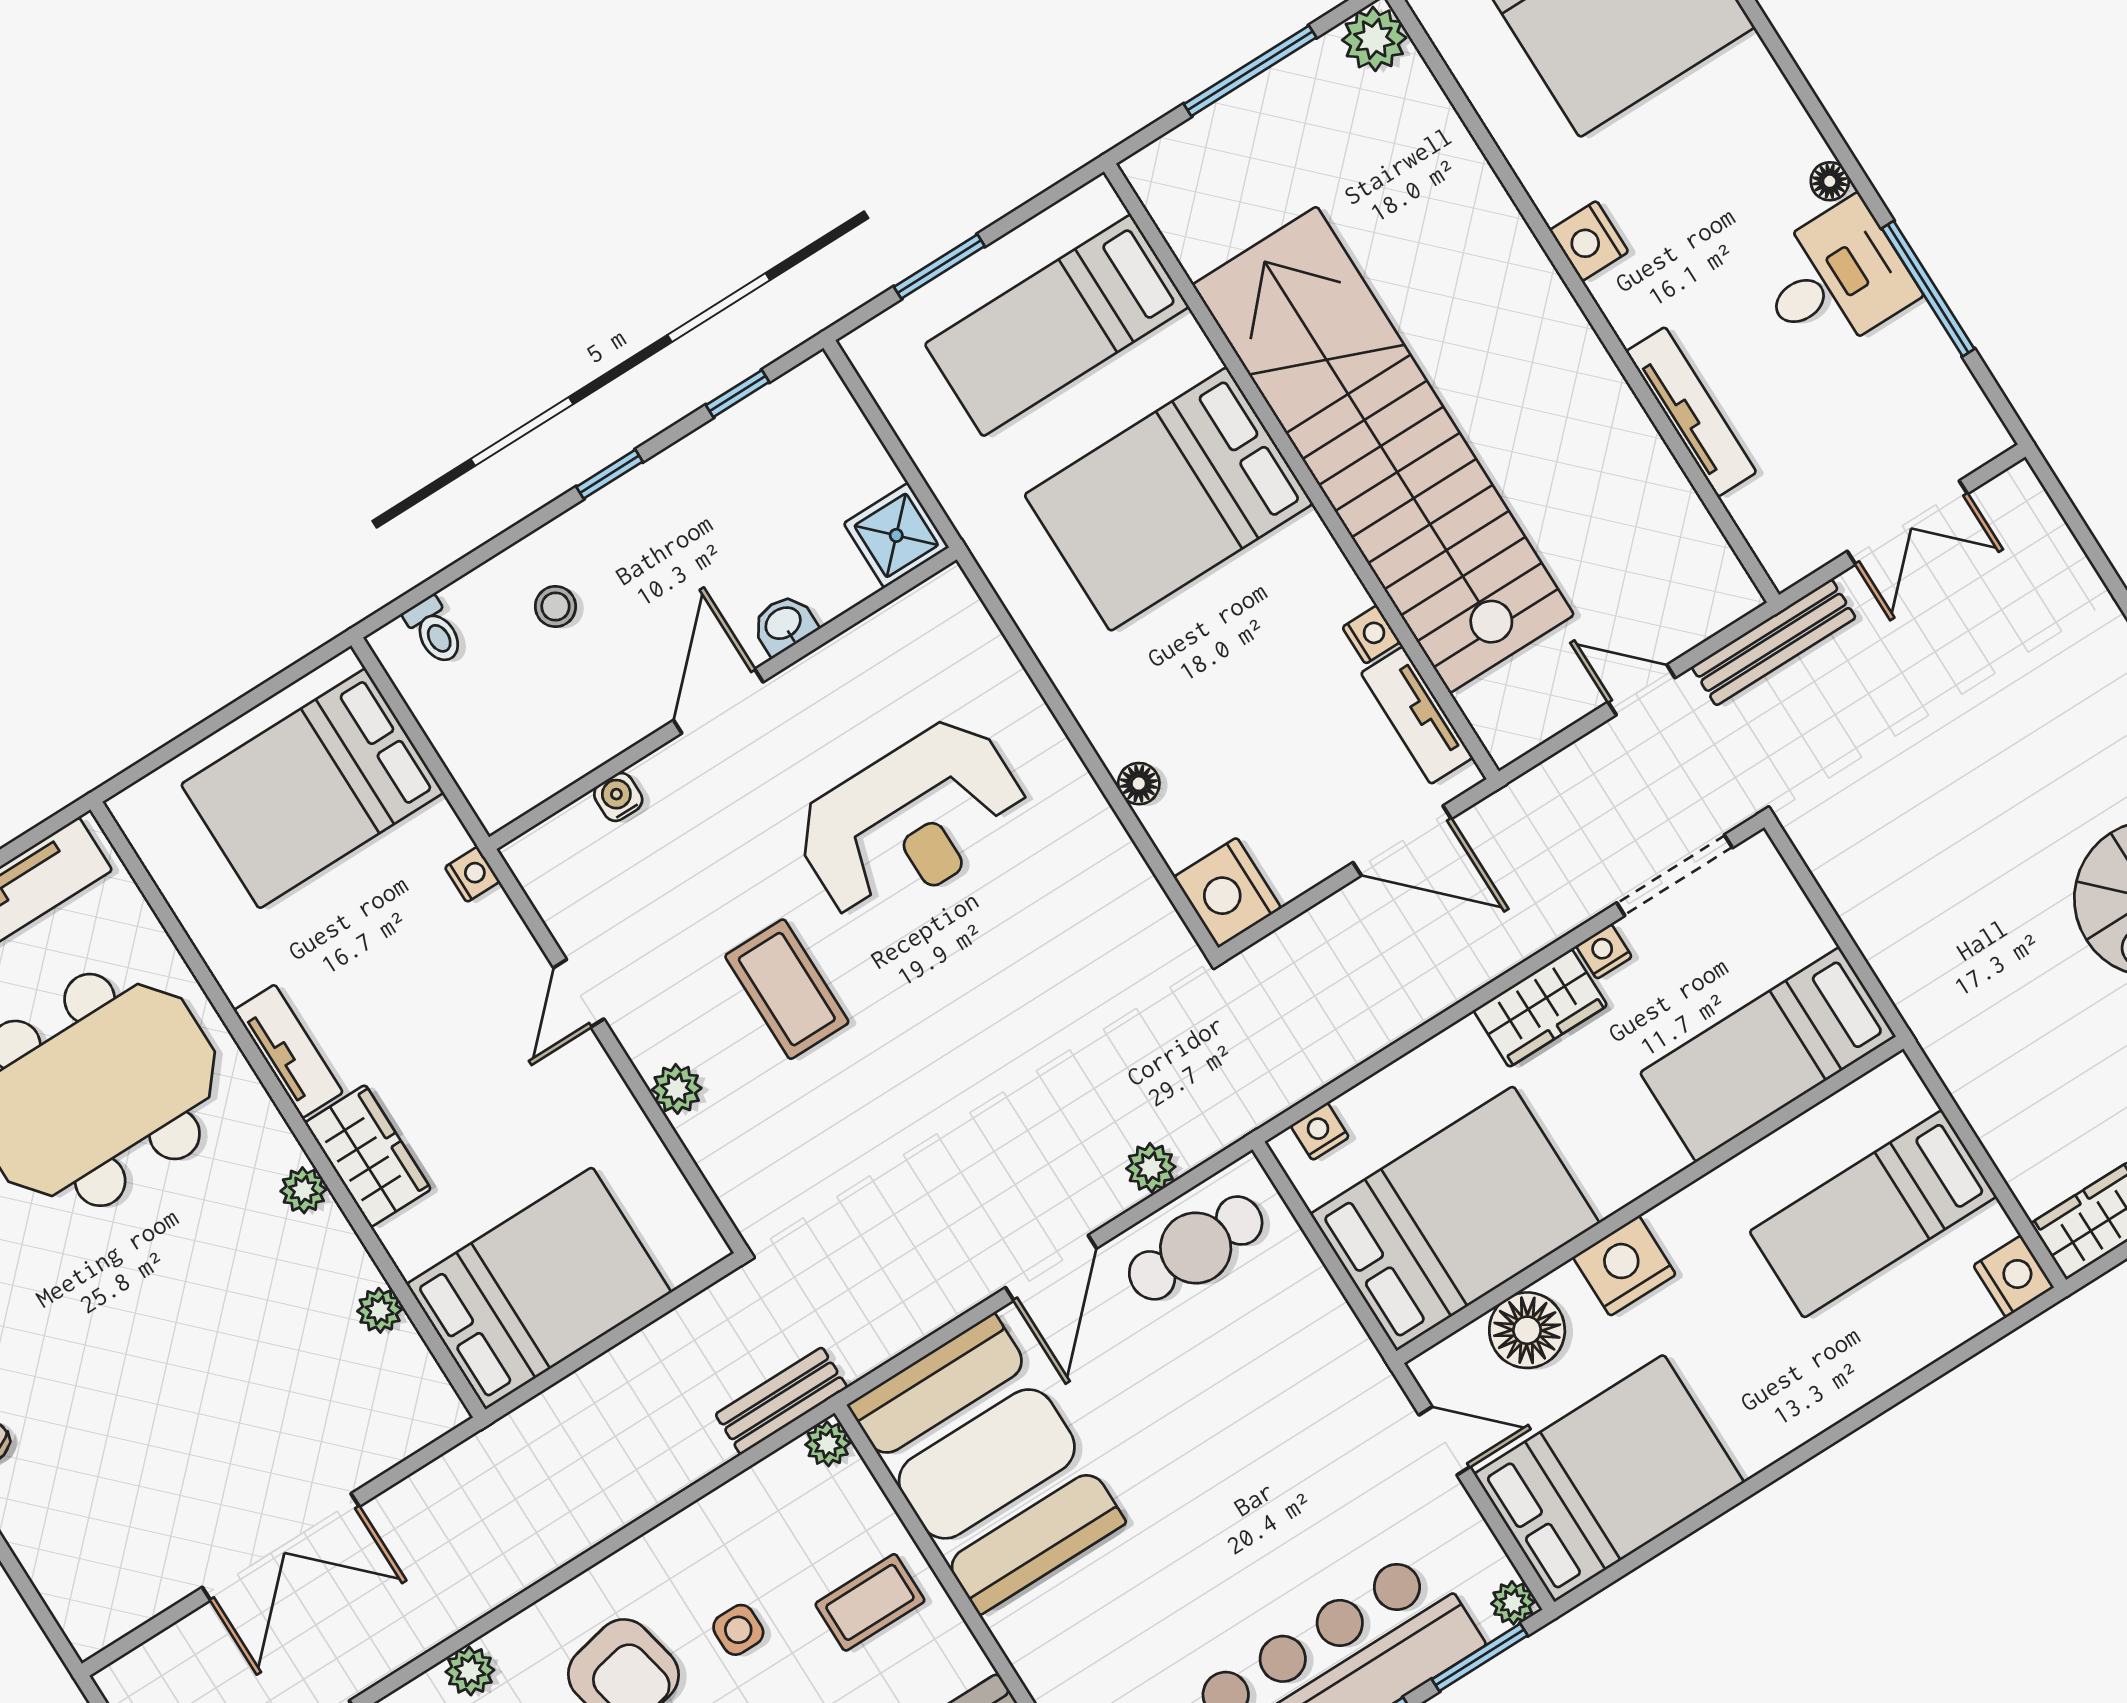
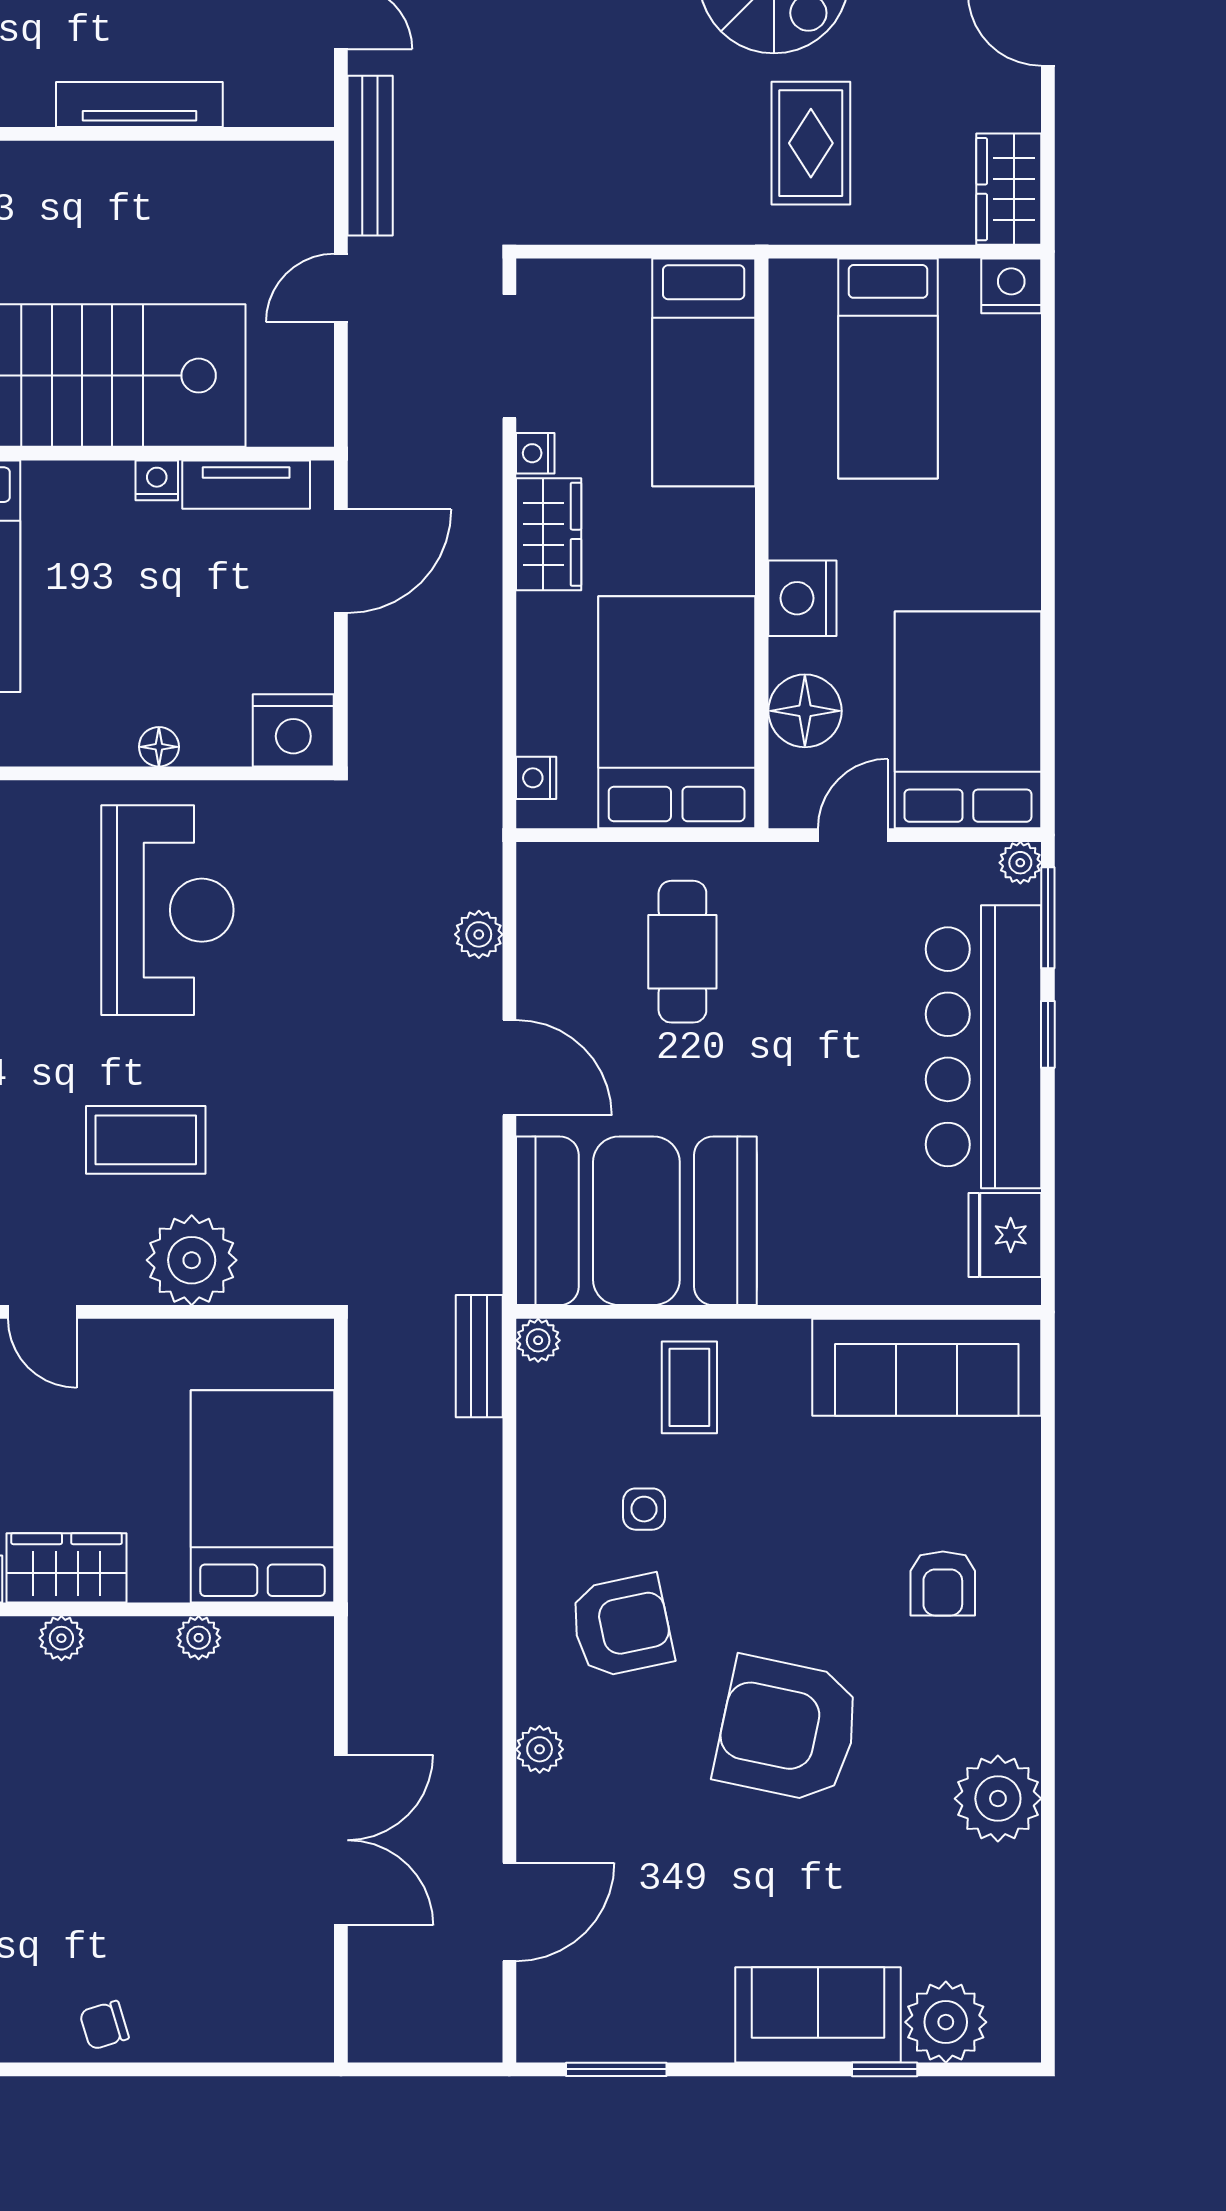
reception desk: (912, 821) -> (167, 910), moved
rug: (2028, 1022) -> (811, 143), added
plant: (677, 1089) -> (192, 1260), width x1.87, depth x1.87
cafe table: (1196, 1248) -> (682, 952), moved

